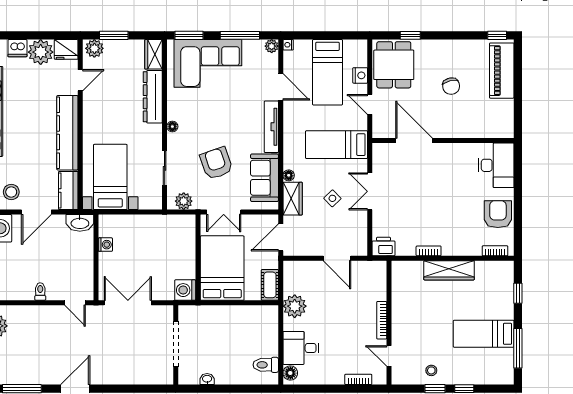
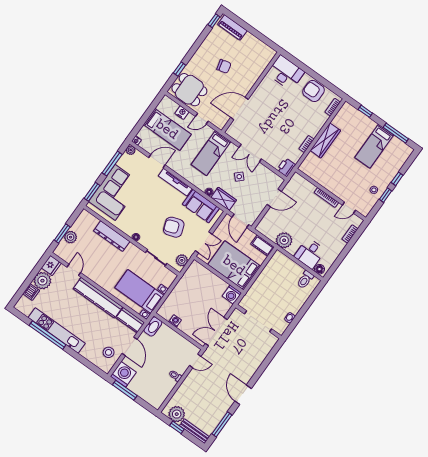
plant: (94, 48) -> (71, 237), moved
wardrobe: (154, 54) -> (88, 219), removed
piano: (502, 71) -> (232, 27), width x0.73, depth x0.75

